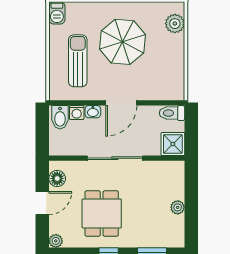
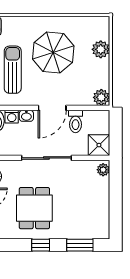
plant: (175, 24) -> (101, 49), moved
plant: (175, 91) -> (101, 97), added
toilet: (172, 113) -> (76, 121), moved, turned -90
plant: (178, 207) -> (103, 170), moved

